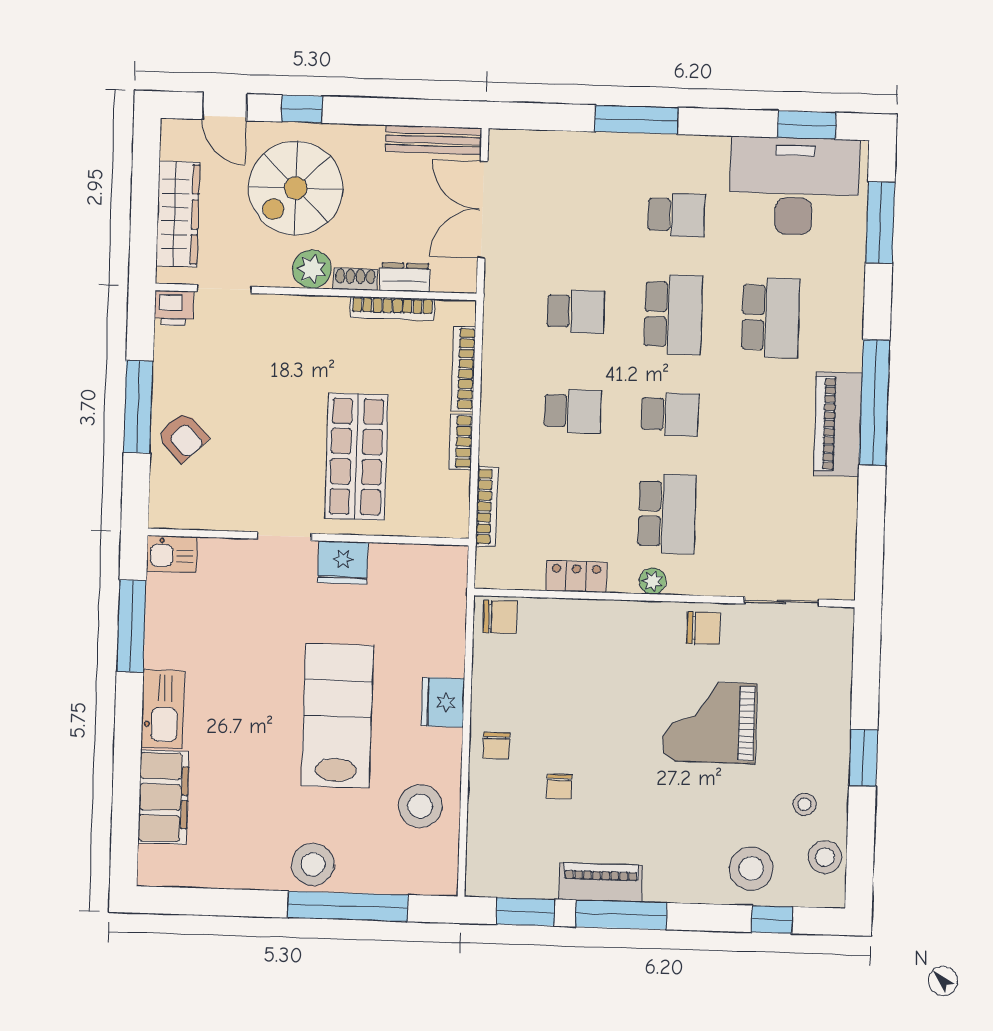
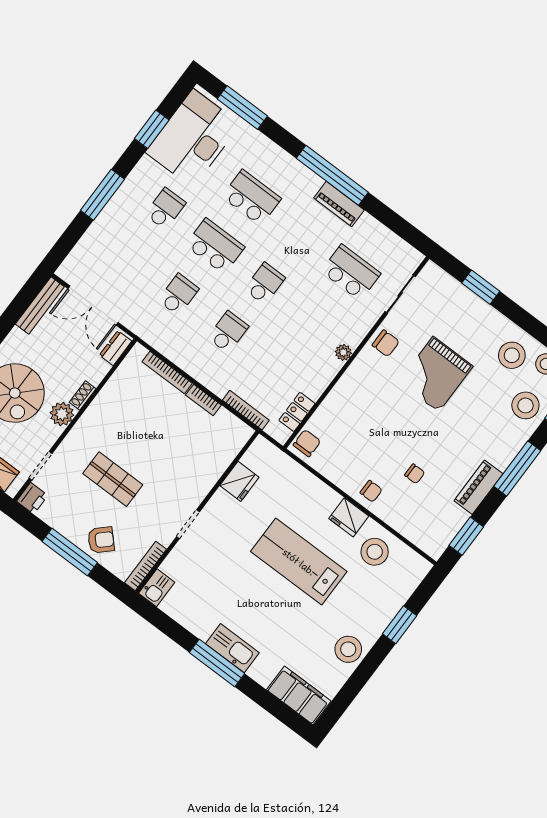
window: (807, 125) -> (152, 129), moved
dresser: (405, 277) -> (116, 348), moved
bookcase: (392, 308) -> (146, 566), moved, turned 180
piano: (838, 424) -> (339, 204), width x0.73, depth x0.75
shop shelf: (356, 457) -> (113, 479), moved, width x0.70, depth x0.74
school desk: (667, 514) -> (351, 272), moved
fridge: (343, 563) -> (239, 481), moved
locker: (576, 577) -> (297, 412), moved
window: (131, 626) -> (217, 663), moved
chair: (704, 628) -> (386, 343), turned 90
fridge: (443, 702) -> (349, 517), moved
window: (863, 758) -> (481, 287), moved
filing cabinet: (163, 797) -> (299, 695), moved
stool: (805, 804) -> (512, 355), width x1.89, depth x1.89
stool: (313, 864) -> (348, 649), moved
window: (348, 906) -> (400, 625), width x0.47
window: (621, 915) -> (517, 469), moved

